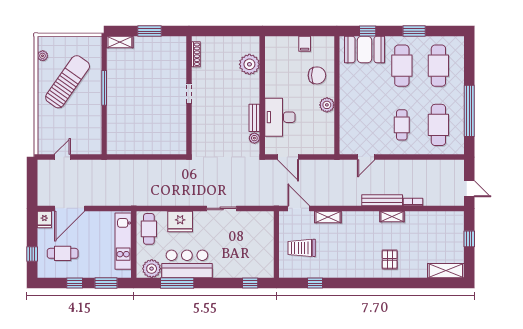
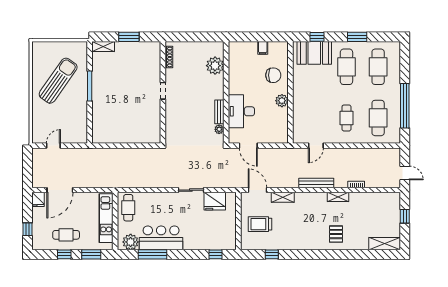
plant: (43, 56) -> (36, 58), removed
bench: (382, 200) -> (316, 183), moved
fridge: (180, 221) -> (215, 201), moved
cafe table: (63, 253) -> (66, 235), moved

